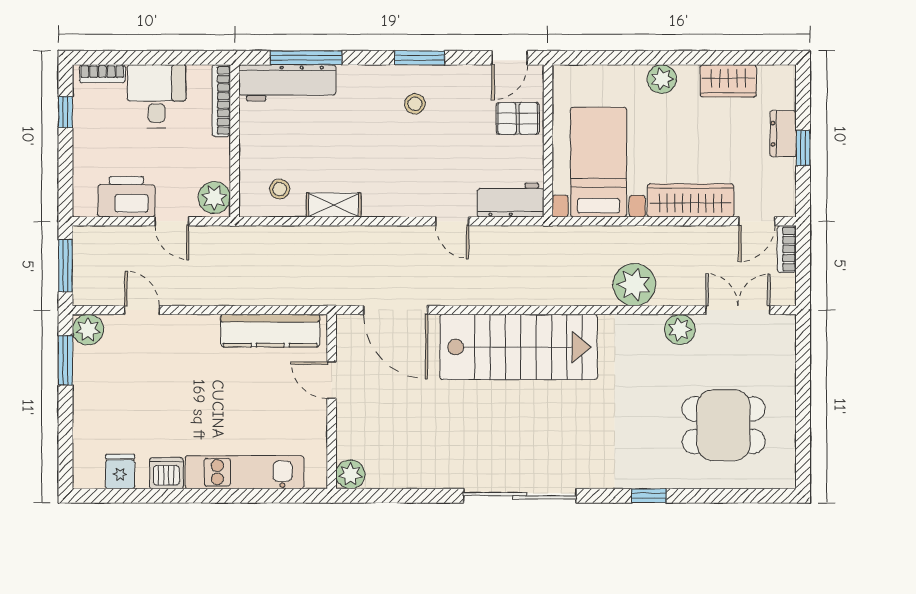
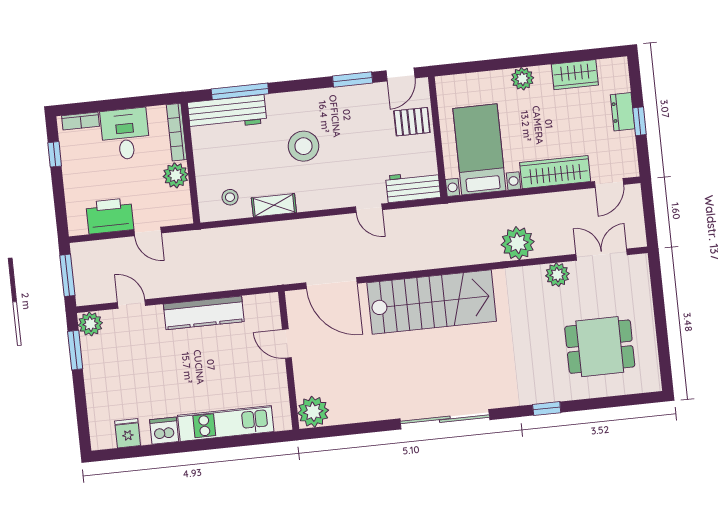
window: (420, 58) -> (353, 80), moved
stool: (415, 104) -> (304, 146), moved, width x1.89, depth x1.89
plant: (214, 198) -> (176, 175), moved
bookcase: (787, 249) -> (635, 202), removed
kitchen counter: (270, 331) -> (204, 313), moved
plant: (350, 474) -> (313, 412), width x1.36, depth x1.36

